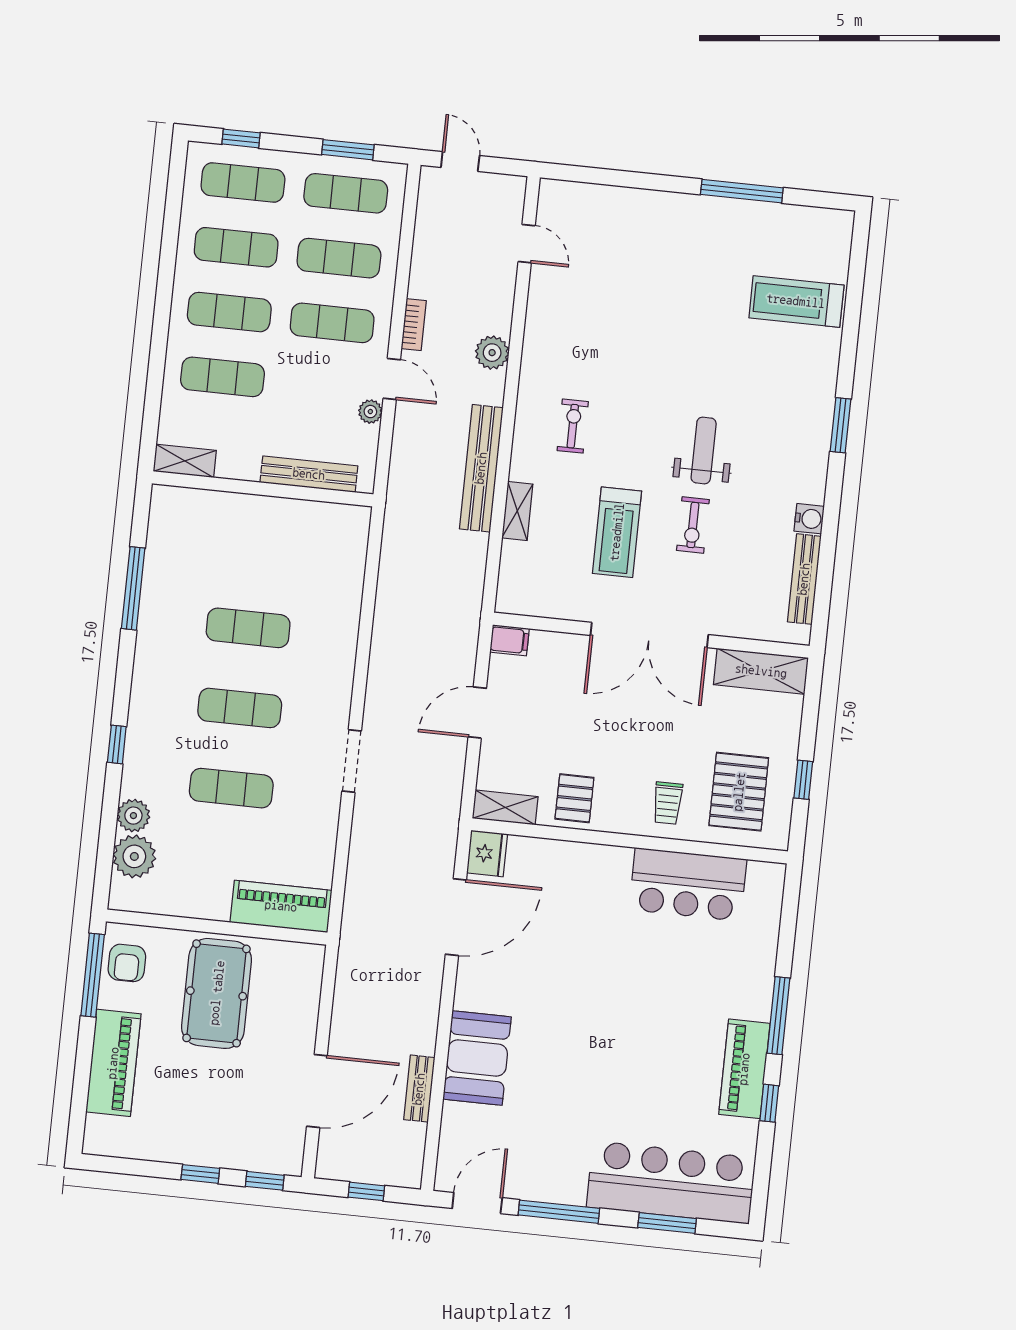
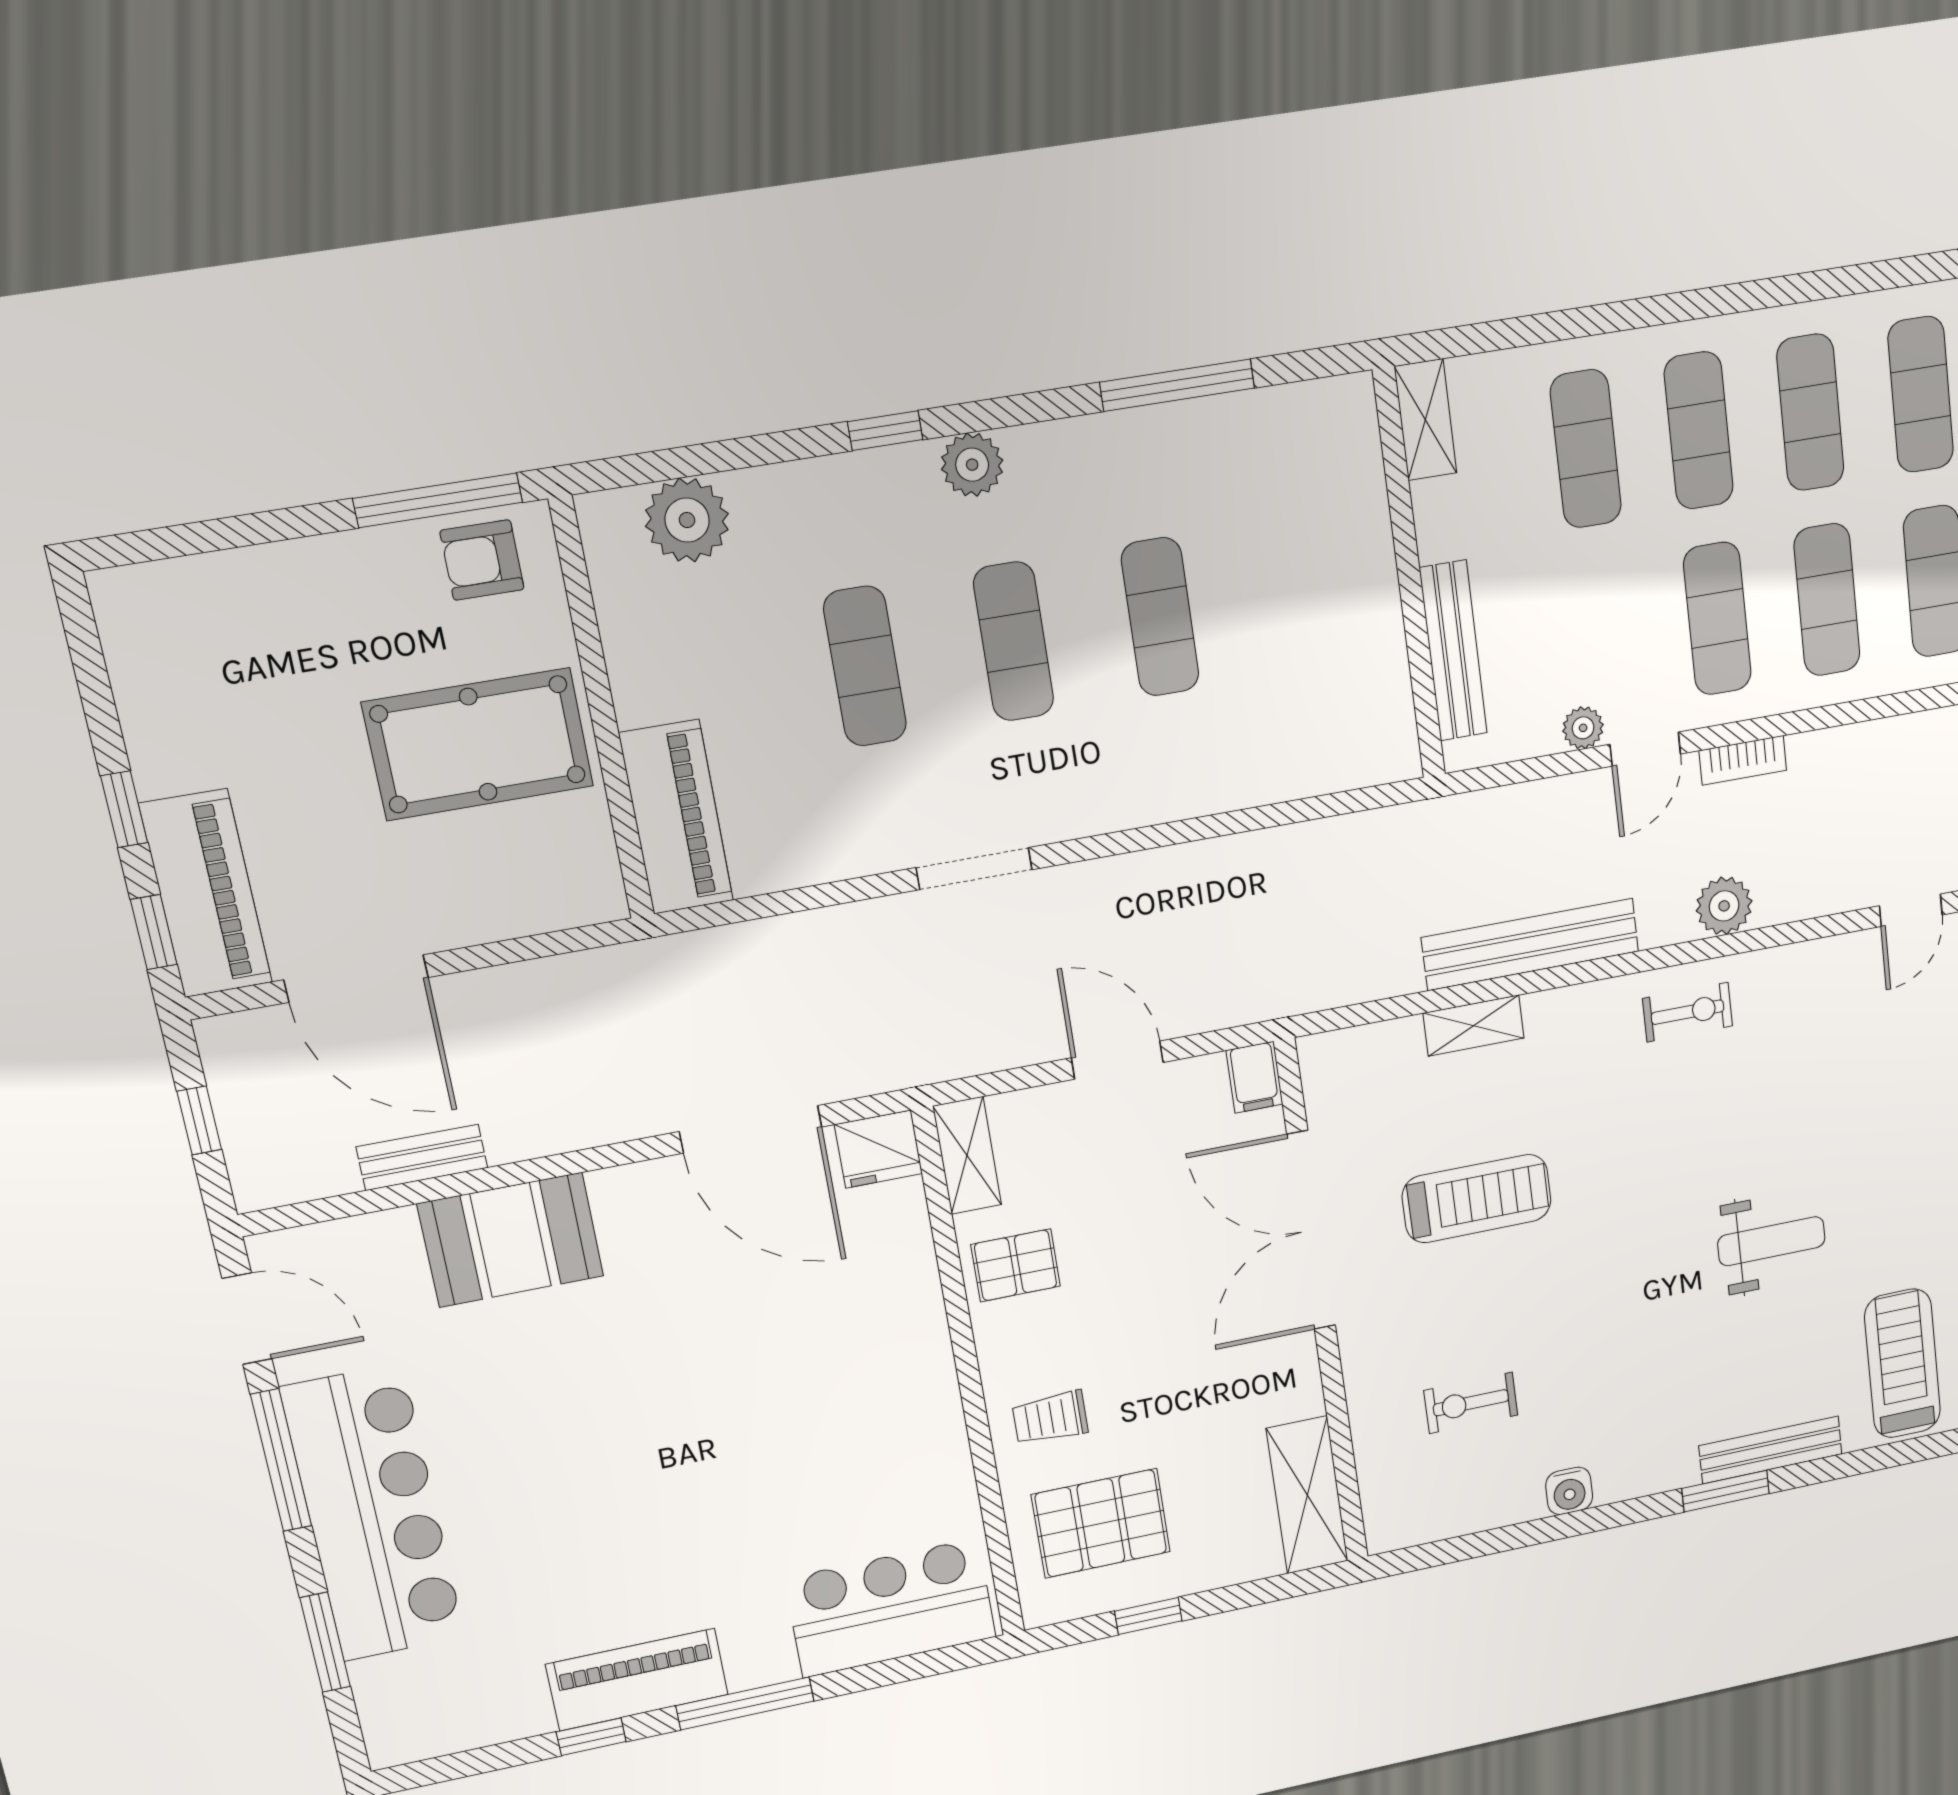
exercise bike: (573, 426) -> (1688, 1012), moved
weight bench: (704, 450) -> (1771, 1241), moved
exercise bike: (693, 525) -> (1471, 1403), moved
treadmill: (617, 532) -> (1477, 1199), turned 180
bench: (804, 579) -> (1771, 1450), moved
double door: (649, 635) -> (1311, 1230), moved
plant: (133, 816) -> (972, 465), moved
bar counter: (688, 884) -> (891, 1608), moved, turned 90
piano: (113, 1063) -> (206, 893), moved, turned -90
bar counter: (671, 1182) -> (373, 1513), moved

